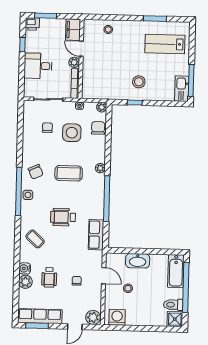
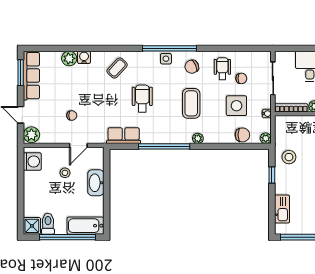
stool: (139, 82) -> (289, 157), moved
kitchen sink: (182, 89) -> (282, 209), moved, turned 90
wheelchair: (49, 277) -> (222, 69), moved, turned 90

